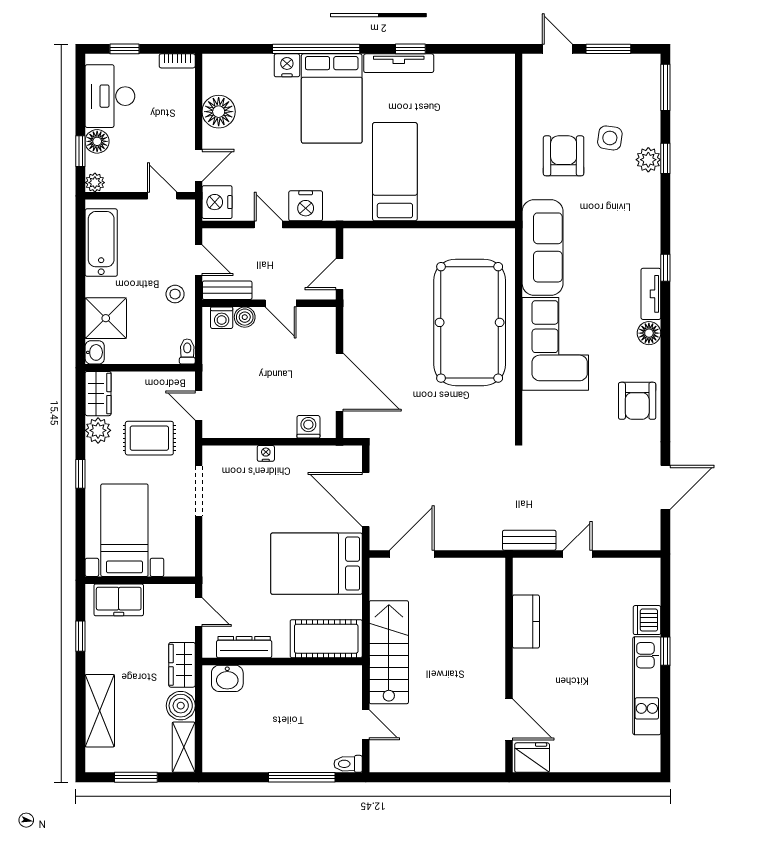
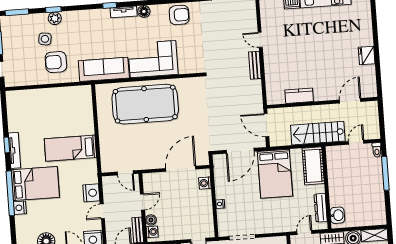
kitchen counter: (526, 622) -> (299, 96), moved
wall: (509, 665) -> (322, 103), moved
door: (509, 719) -> (350, 101), moved

